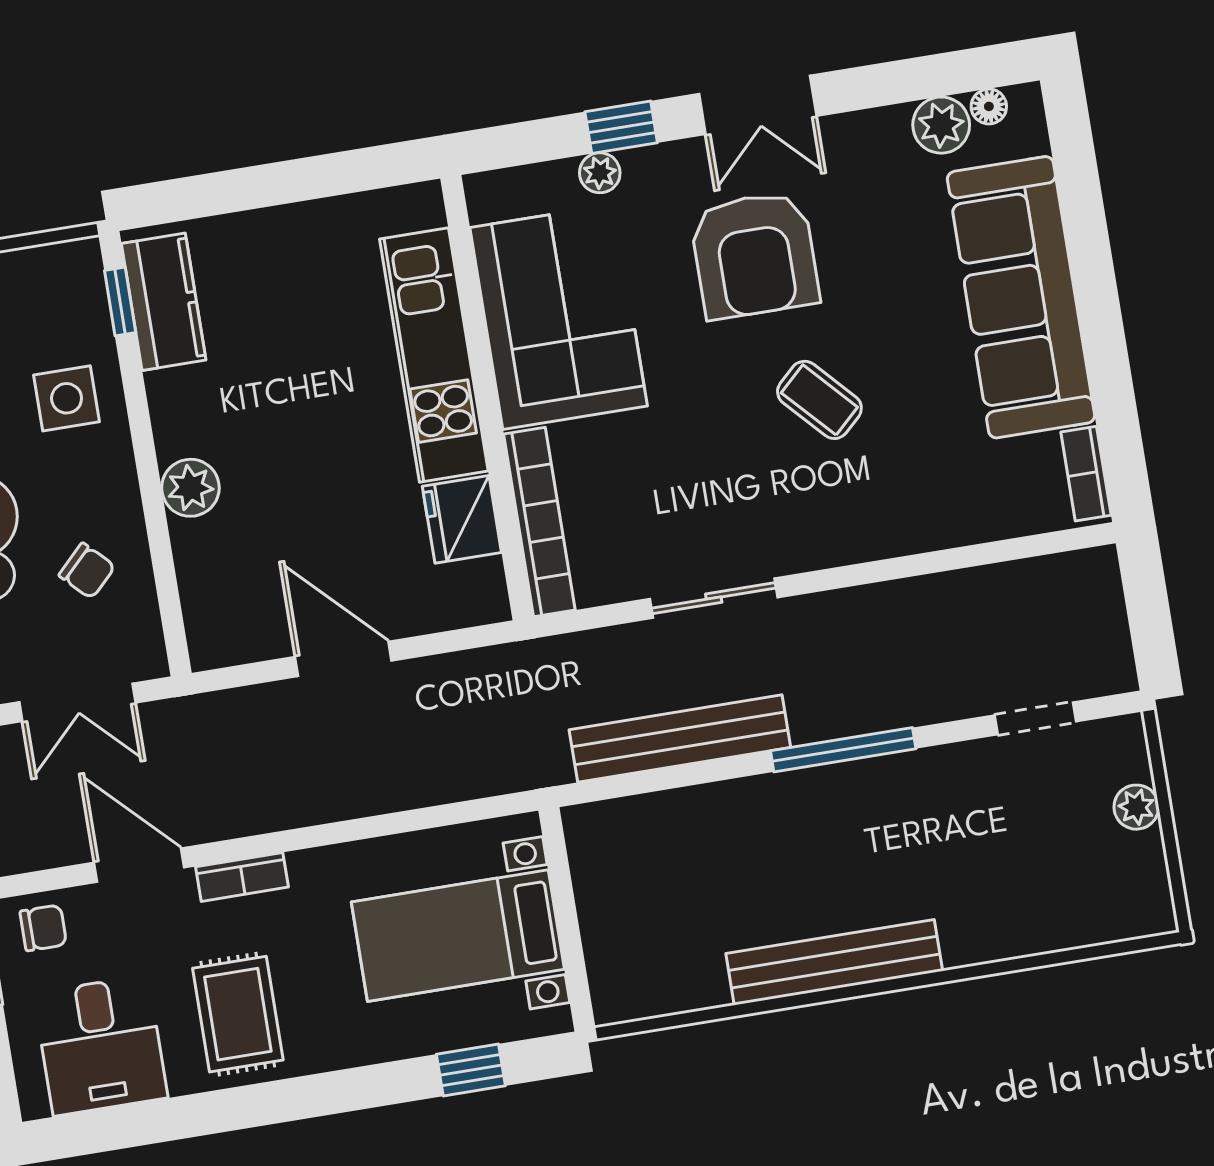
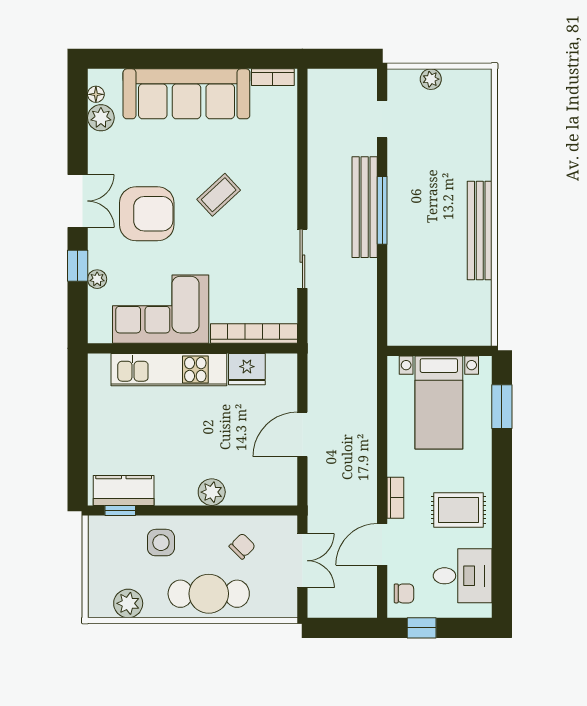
bench: (680, 739) -> (365, 207), moved
chair: (43, 928) -> (404, 593), turned 90
window: (471, 1070) -> (502, 407), width x1.50

